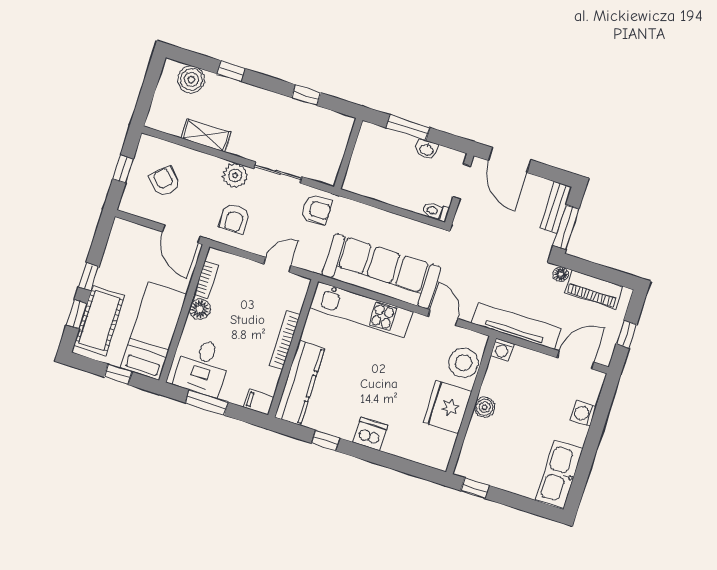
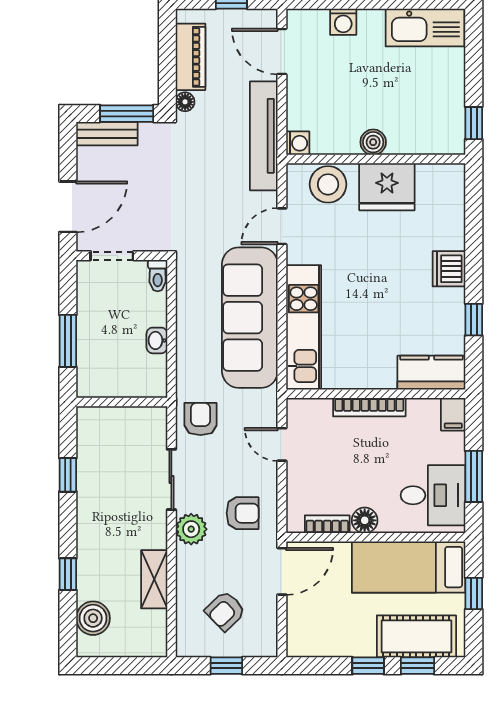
washbasin: (427, 149) -> (157, 340), moved, turned 180
kitchen counter: (300, 383) -> (431, 373), width x0.67

